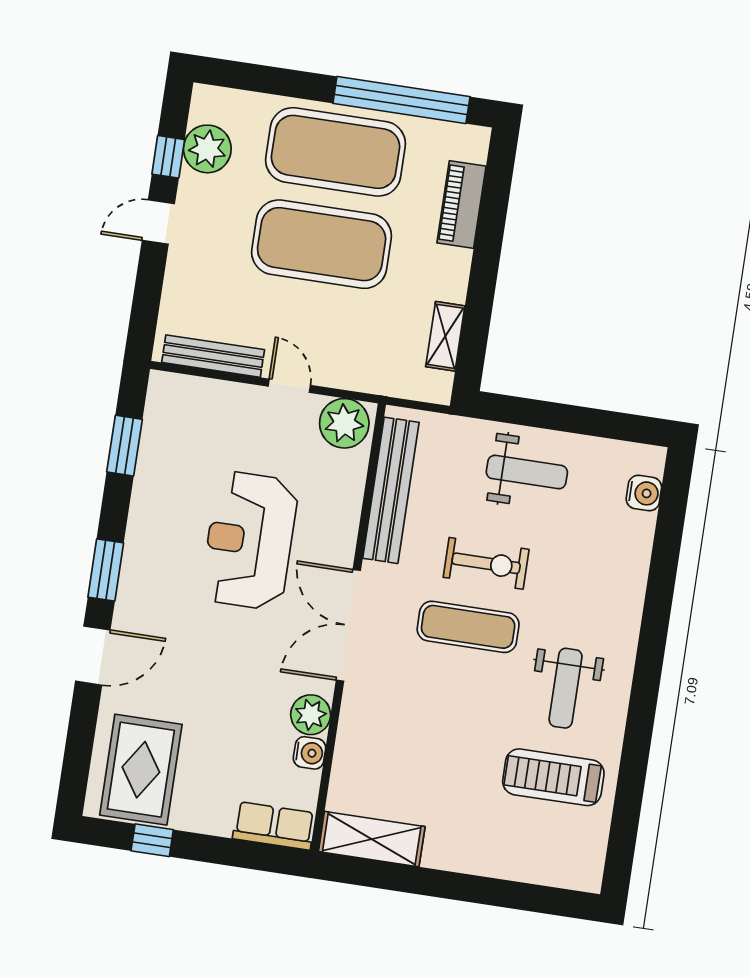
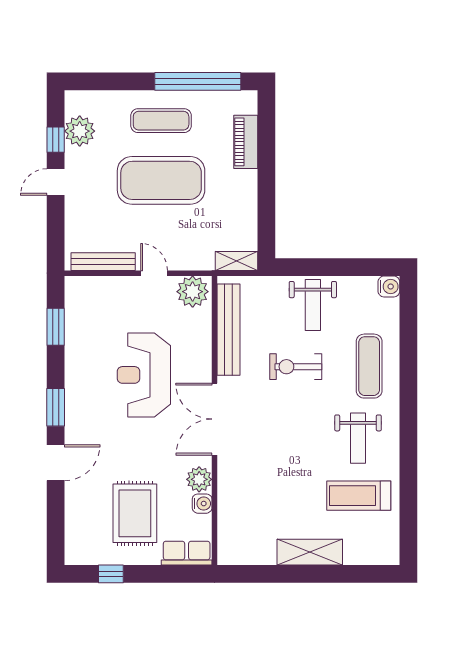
exercise mat: (336, 152) -> (161, 121), width x0.50, depth x0.69
shelving: (445, 336) -> (237, 261), moved, turned 90
weight bench: (527, 472) -> (313, 305), turned 90
water cooler: (644, 493) -> (389, 287), moved
exercise bike: (486, 563) -> (296, 367), turned 180
exercise mat: (468, 627) -> (369, 366), moved, turned 90
rug: (141, 770) -> (135, 513), moved
shelving: (372, 839) -> (310, 552), moved

